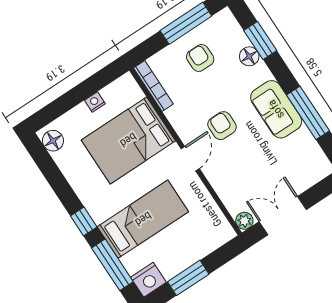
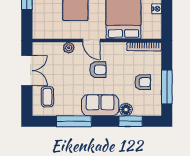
sofa: (276, 109) -> (100, 105), moved
coffee table: (299, 167) -> (47, 97), added
plant: (244, 221) -> (69, 48), moved

